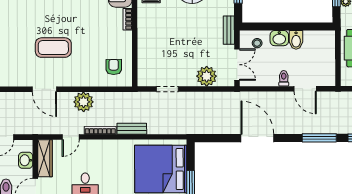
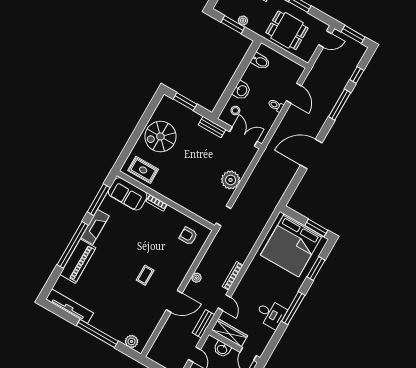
bidet: (296, 40) -> (260, 61), moved
coffee table: (53, 48) -> (145, 275), width x0.54, depth x0.58
plant: (207, 76) -> (231, 180), moved
doorway: (167, 89) -> (223, 216), moved
door: (305, 89) -> (294, 93), hinge flipped
plant: (83, 102) -> (196, 278), width x0.53, depth x0.53
bench: (132, 129) -> (203, 324), moved

